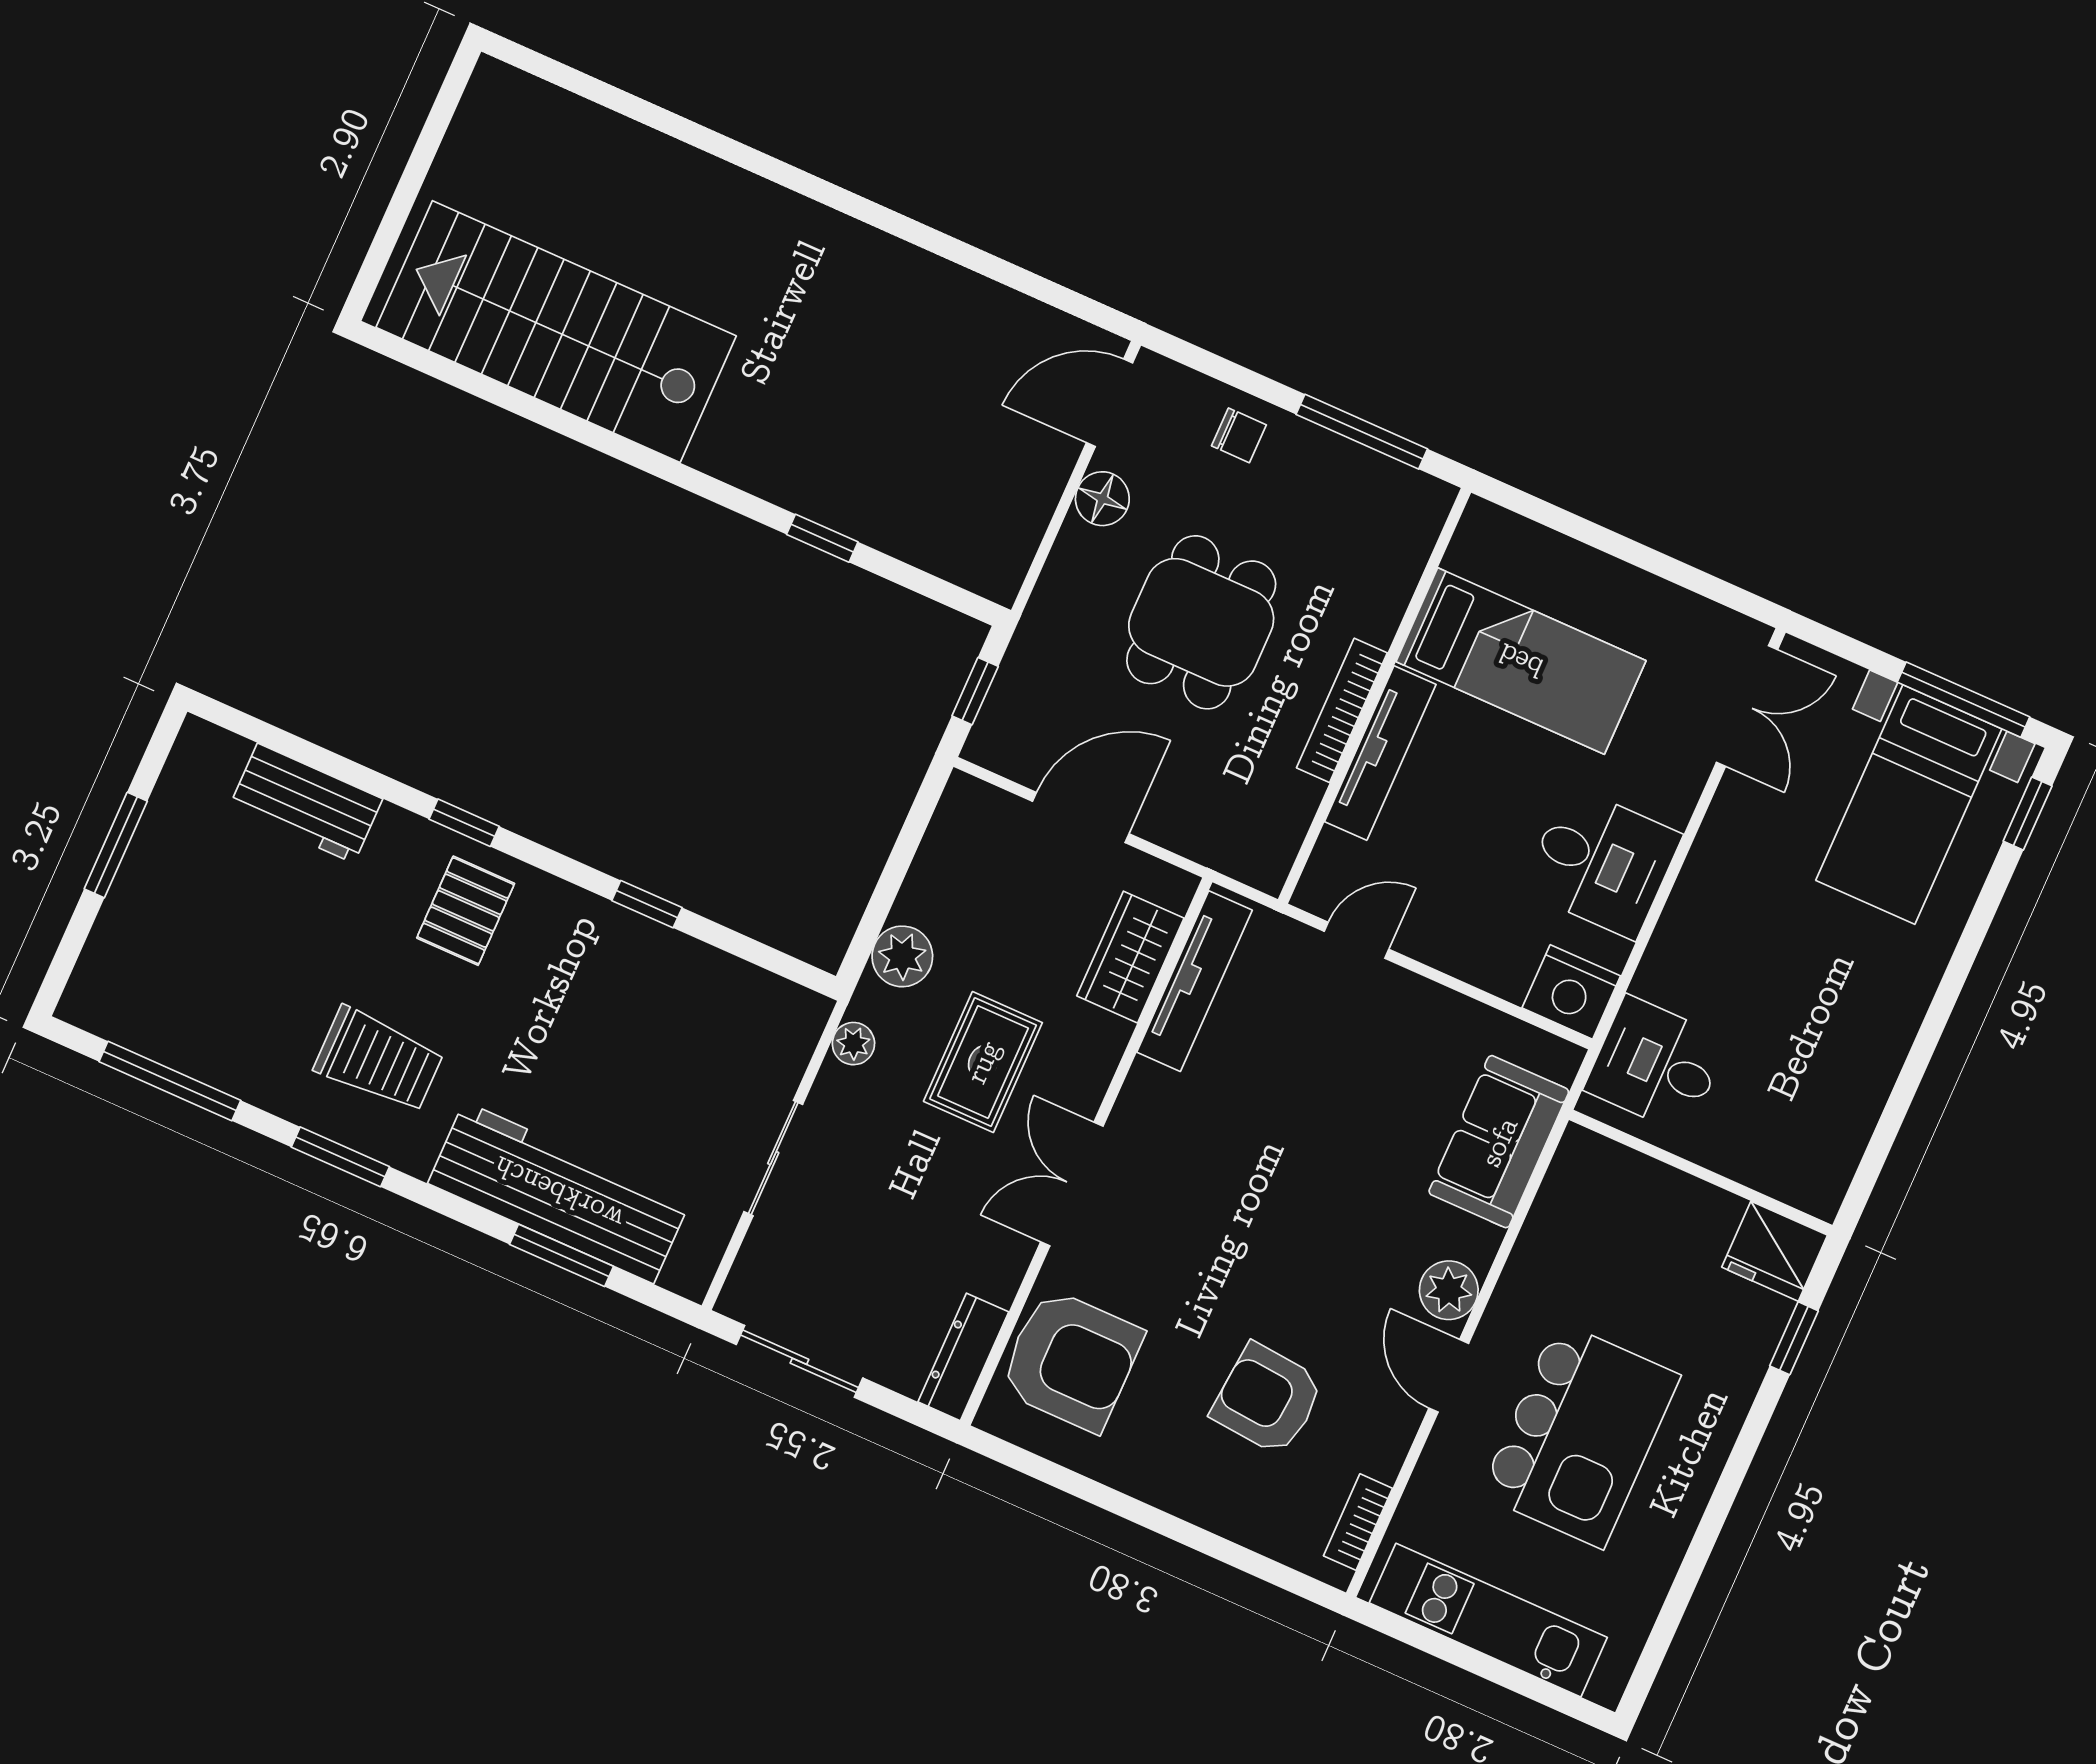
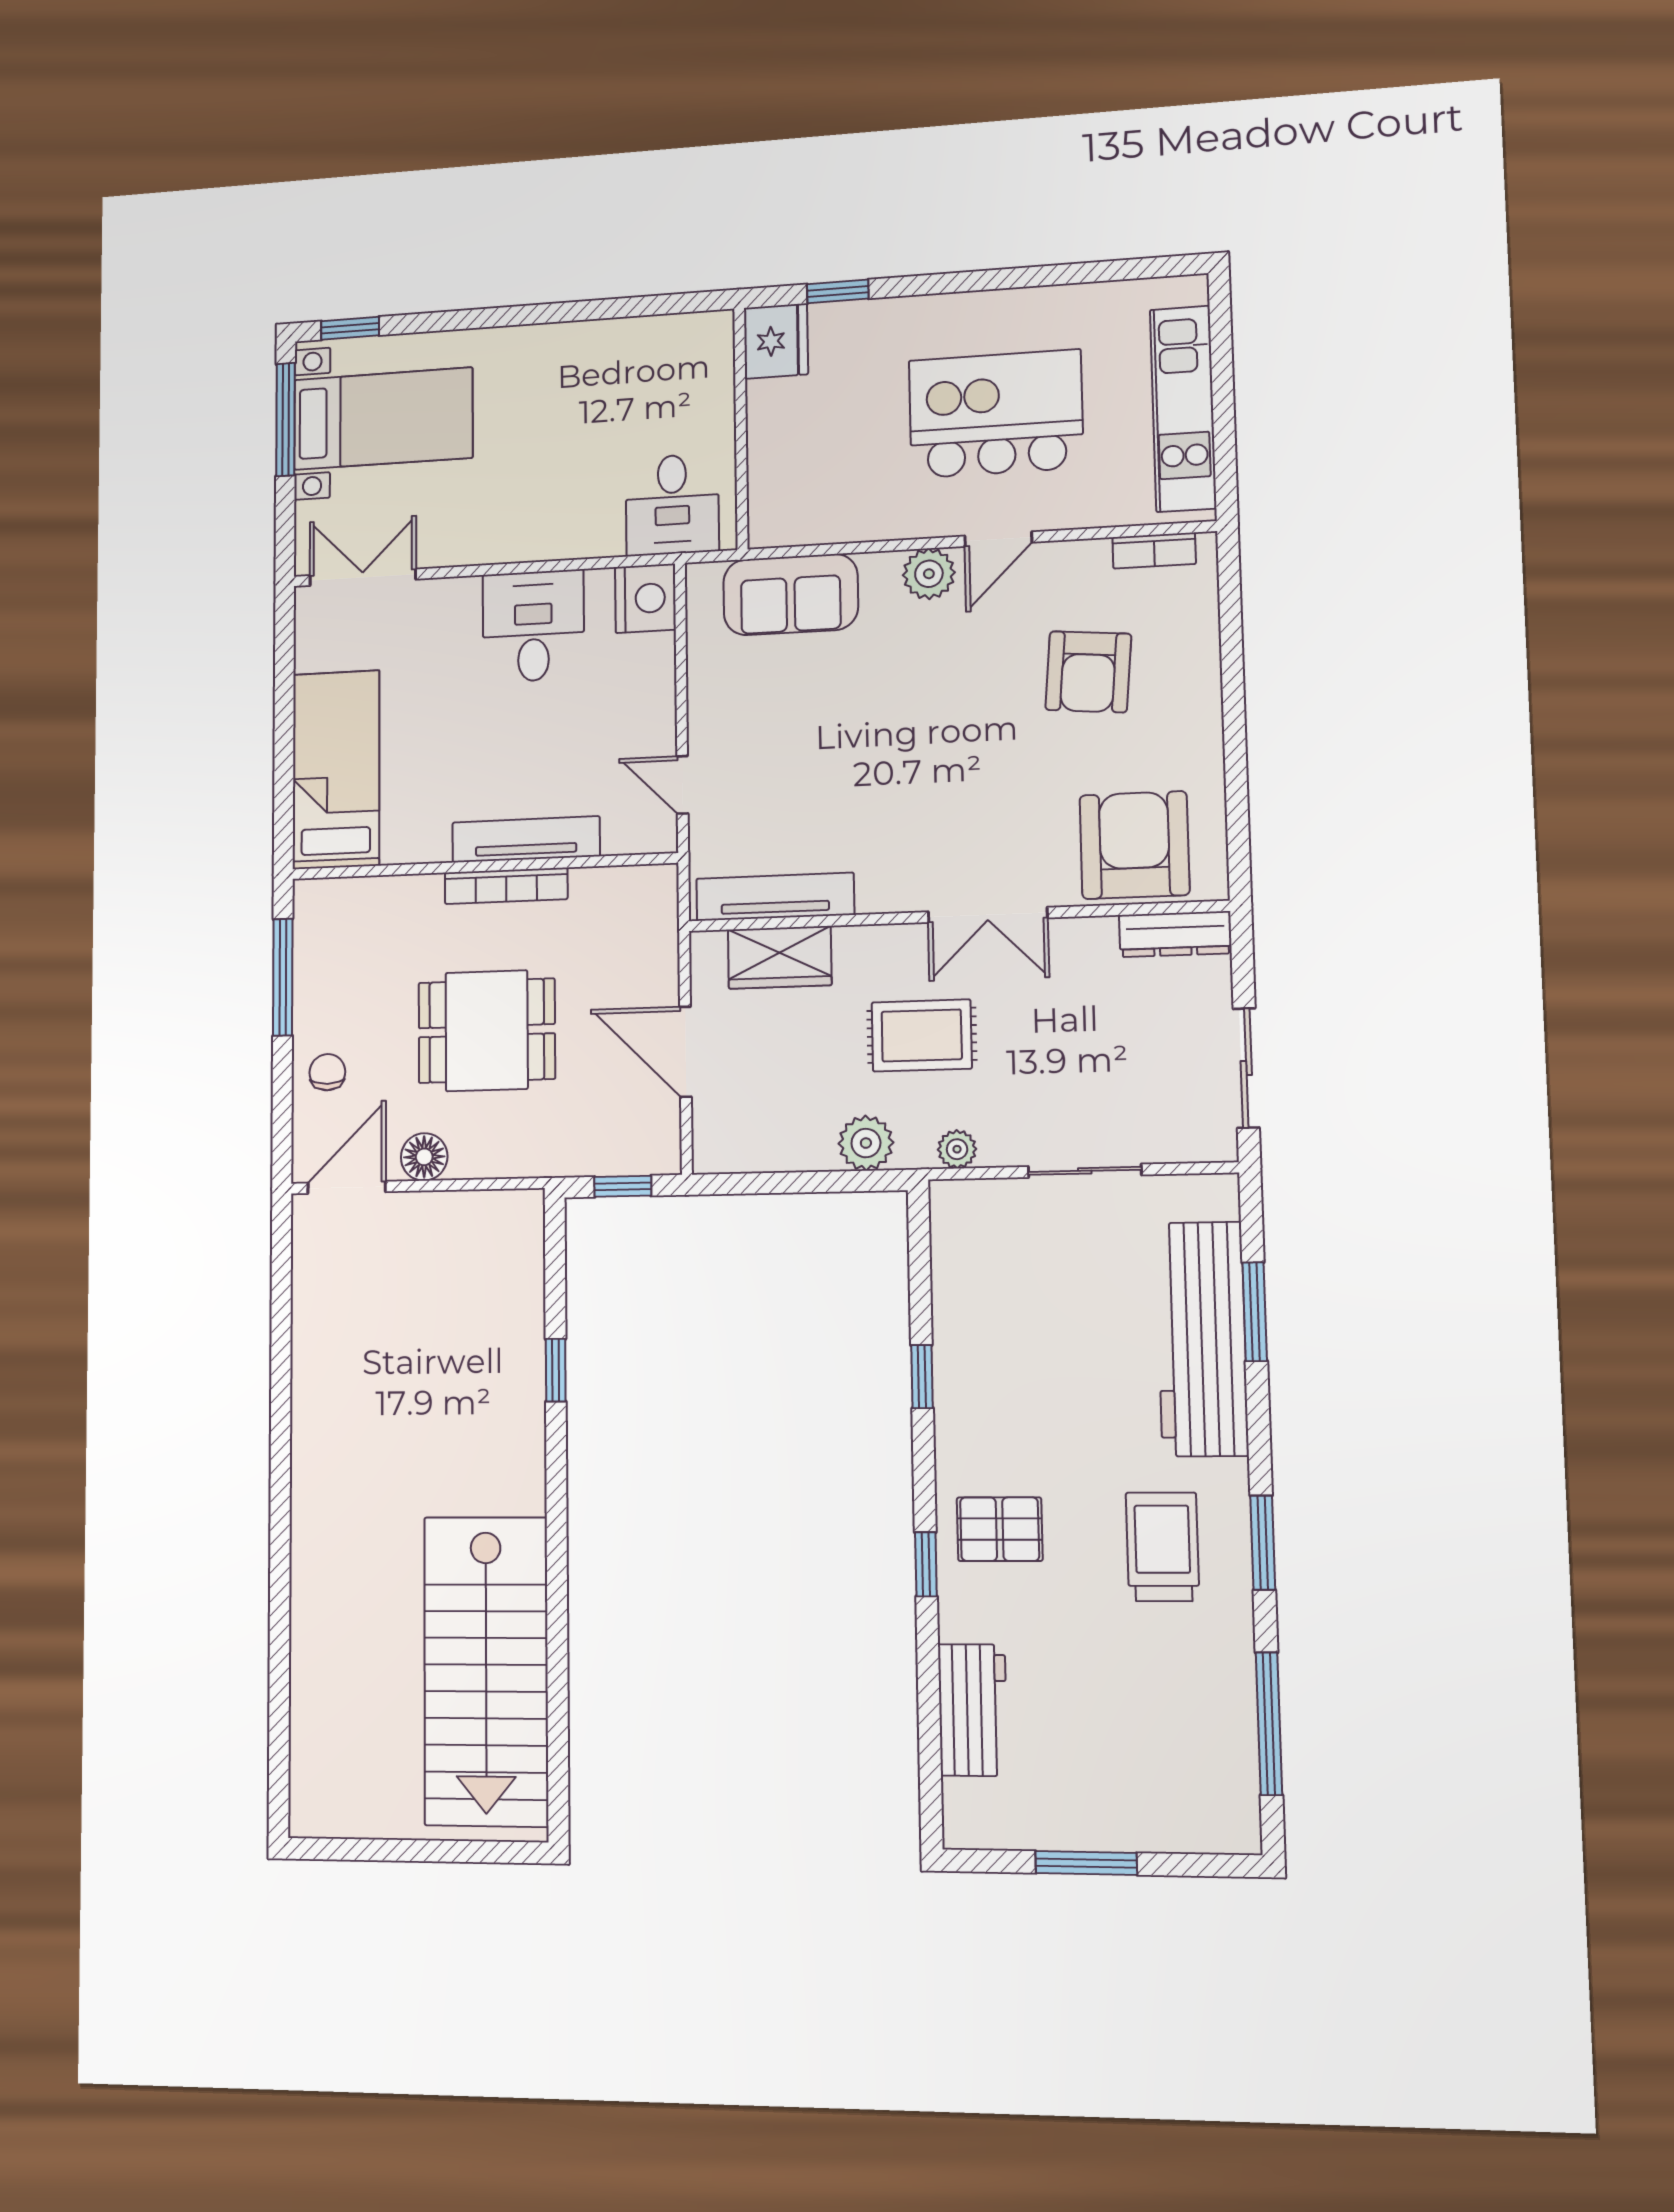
door: (1109, 403) -> (347, 1187), swing flipped
bed: (1521, 661) -> (336, 770), moved

